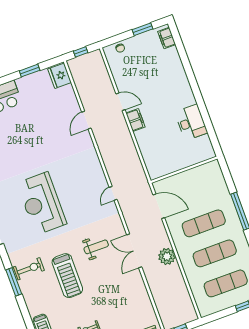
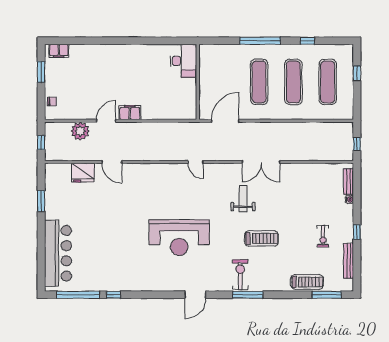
fridge: (60, 76) -> (83, 173), moved
desk: (191, 122) -> (184, 61), moved, turned 90
plant: (167, 256) -> (80, 131), moved
treadmill: (67, 276) -> (261, 238), width x0.73, depth x0.73

